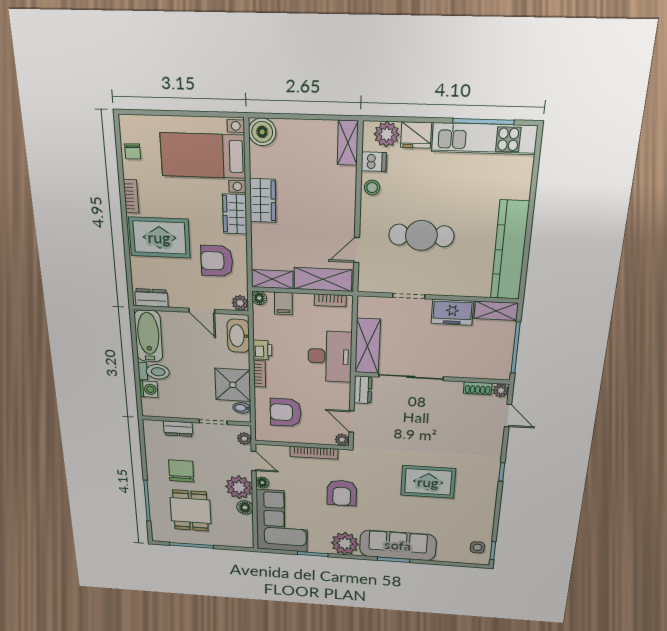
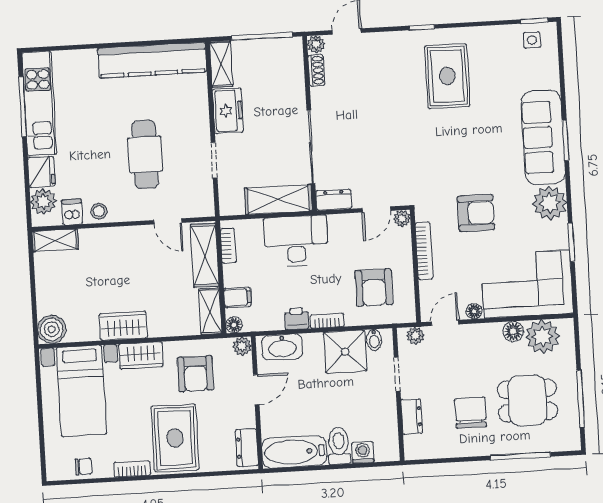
chair: (181, 471) -> (471, 413), turned 90
rug: (428, 482) -> (447, 76), moved
plant: (239, 487) -> (542, 337), moved

